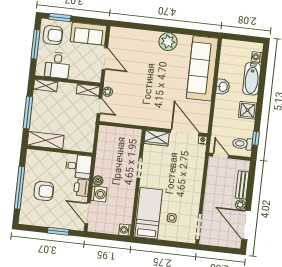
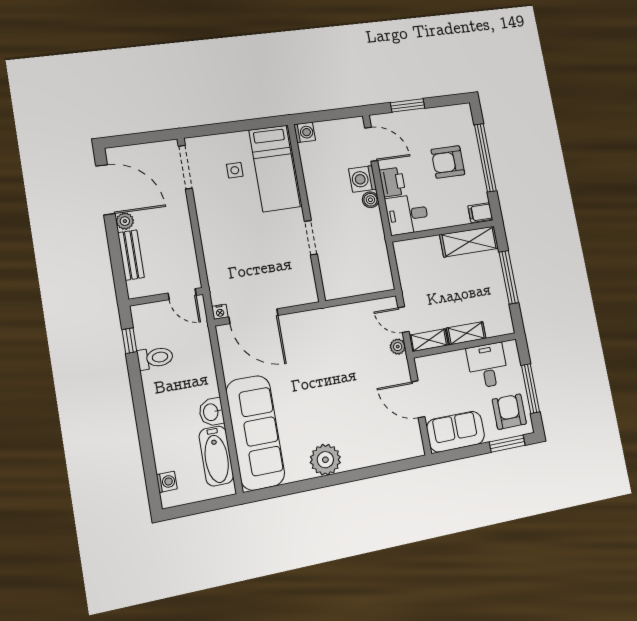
armchair: (53, 35) -> (509, 412), turned 90
bathtub: (252, 79) -> (216, 456), moved, turned 180
shelving: (46, 85) -> (466, 333), moved
shower: (248, 110) -> (157, 385), removed
wardrobe: (157, 138) -> (297, 294), removed
toilet: (243, 144) -> (155, 358), moved
filing cabinet: (33, 156) -> (480, 213), added

